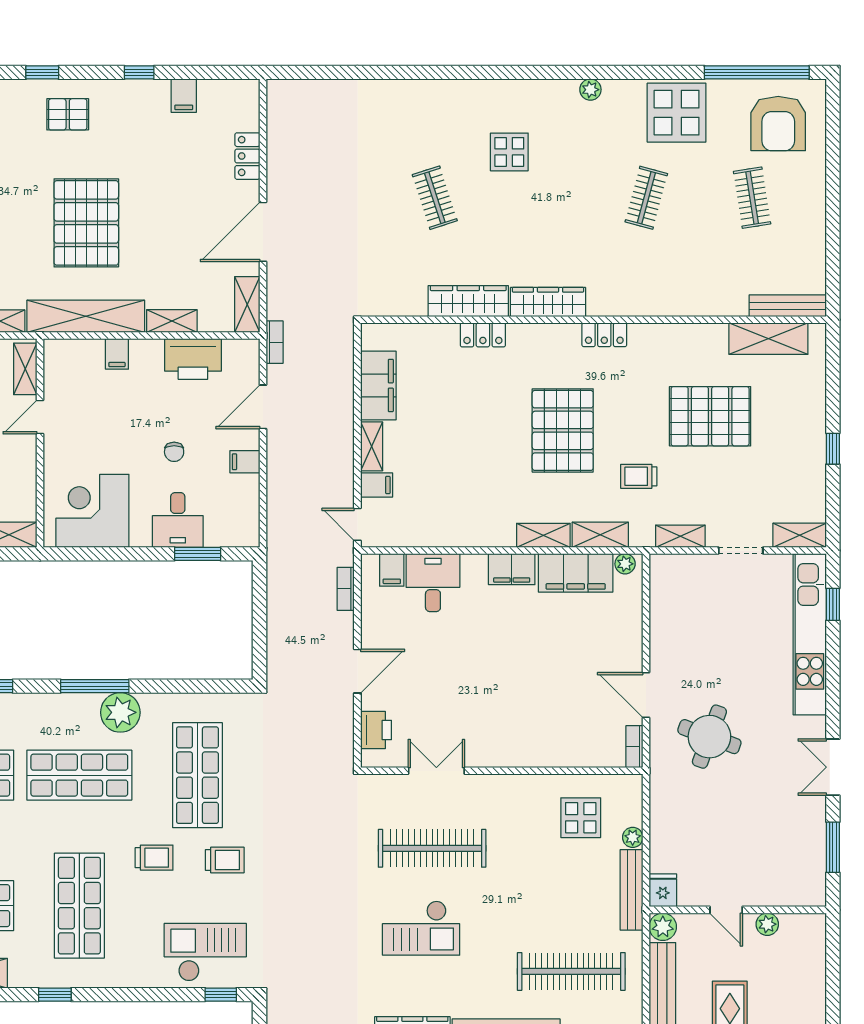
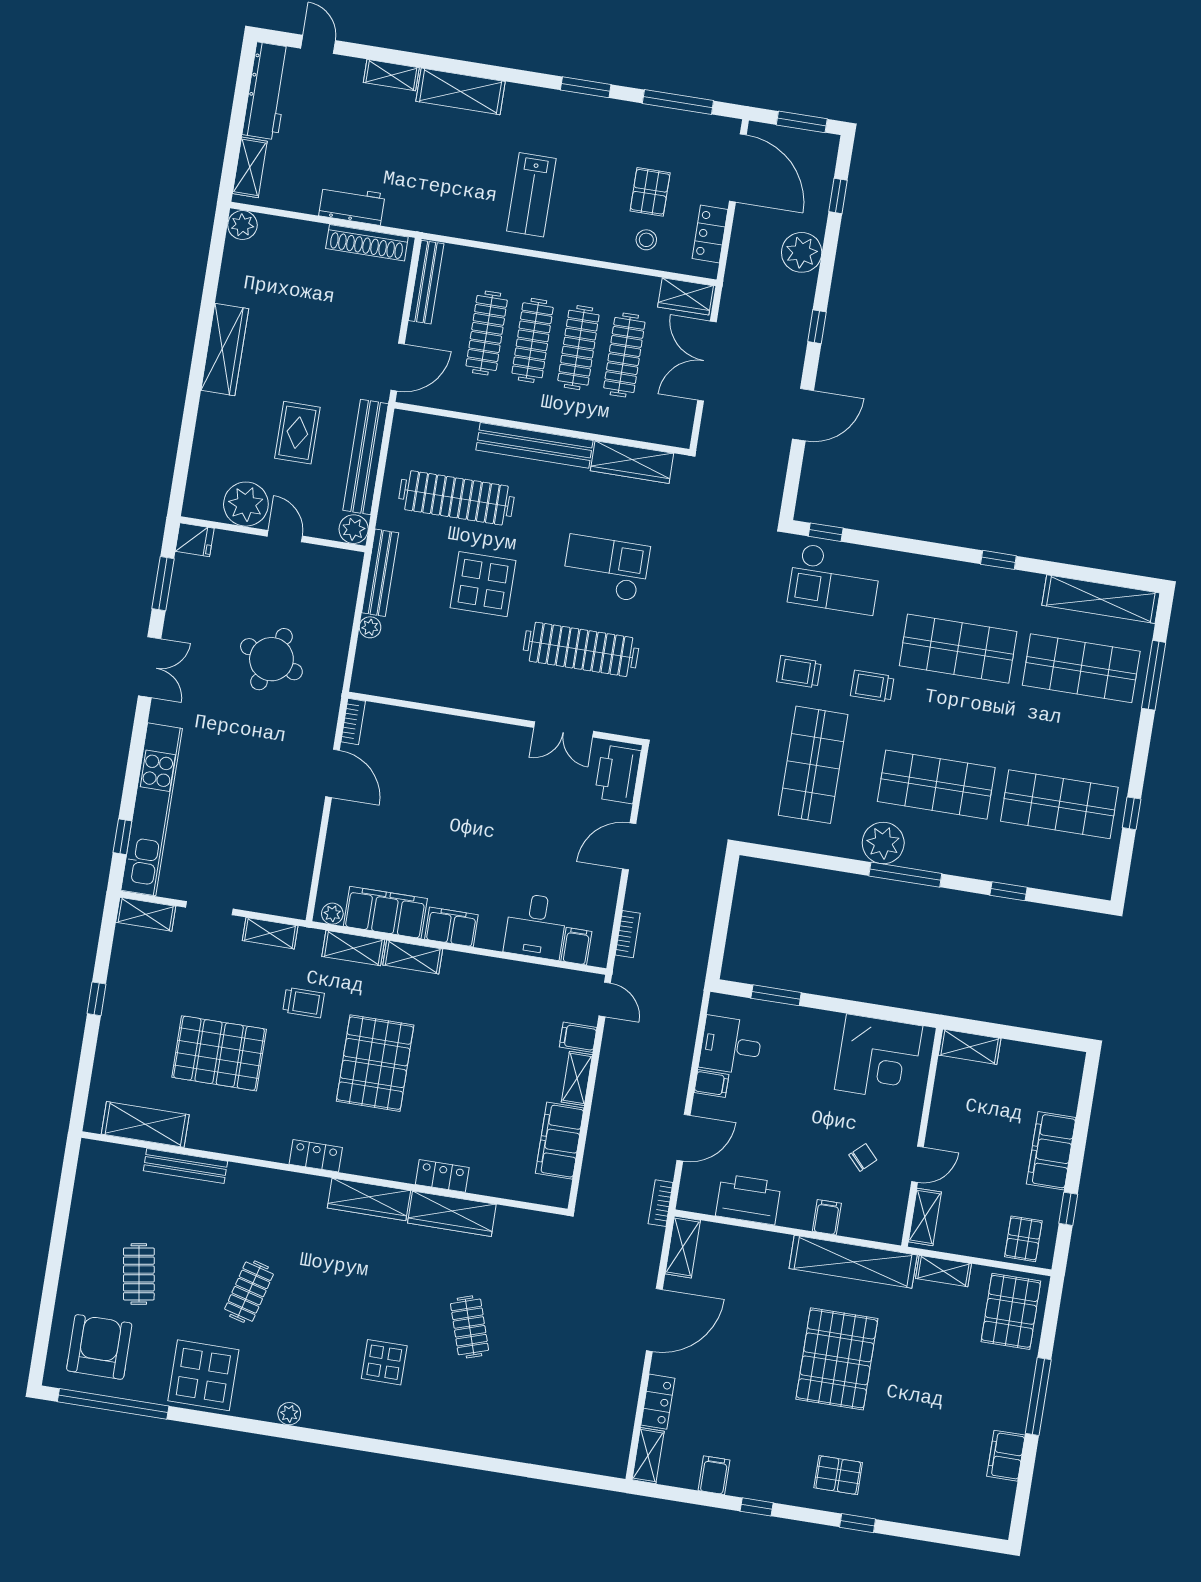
bench: (788, 306) -> (185, 1166), moved
shelving: (172, 321) -> (648, 1456), moved, turned 90
chair: (174, 452) -> (863, 1157), moved, turned 47
desk: (178, 520) -> (731, 1045), moved, turned -90
printer: (376, 730) -> (618, 774), width x1.37, depth x1.19
round table: (709, 737) -> (271, 659), moved
display table: (581, 818) -> (483, 584), moved, width x1.36, depth x1.36
fridge: (663, 890) -> (195, 540), moved, turned -90
shop shelf: (79, 906) -> (958, 649), turned 90
plant: (767, 924) -> (246, 504), width x1.88, depth x1.88

